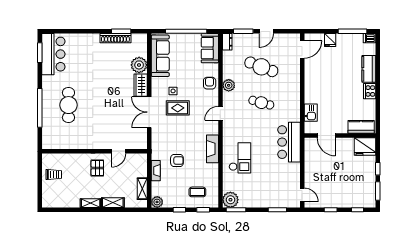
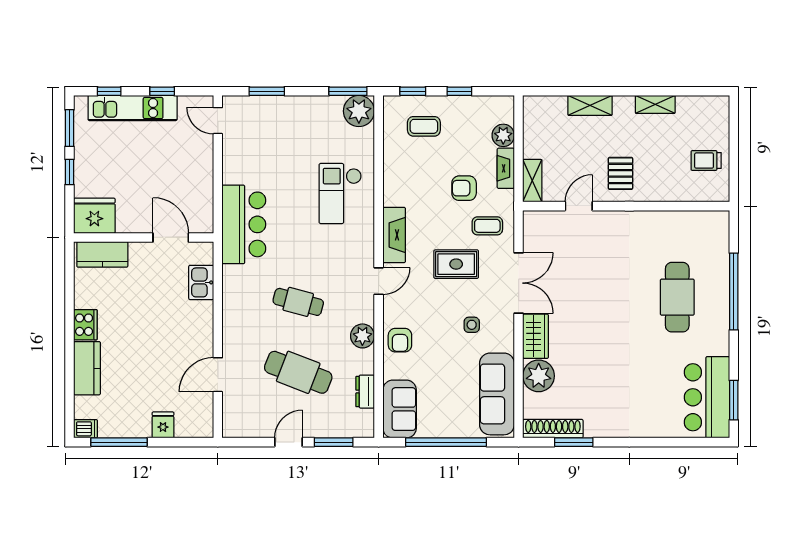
shoe rack: (115, 38) -> (553, 429), moved
dresser: (227, 42) -> (365, 392), moved
door: (302, 49) -> (218, 375), moved
rug: (178, 108) -> (456, 264), moved
coffee table: (165, 141) -> (487, 226), added
fireplace: (213, 149) -> (394, 235), moved
shelving: (142, 189) -> (532, 181), moved
kitchen unit: (346, 201) -> (133, 108), added
plant: (157, 202) -> (503, 135), moved
shelving: (91, 203) -> (655, 104), moved

